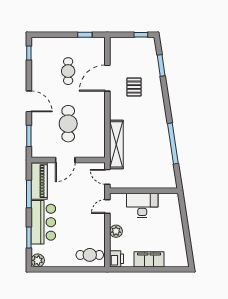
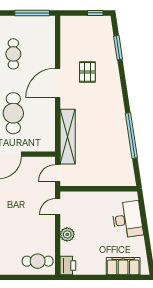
window: (85, 35) -> (32, 13), width x2.17
door: (107, 78) -> (58, 83), moved
door: (107, 177) -> (58, 173), hinge flipped
desk: (142, 205) -> (127, 220), moved, turned 81
filing cabinet: (149, 259) -> (123, 266), moved

